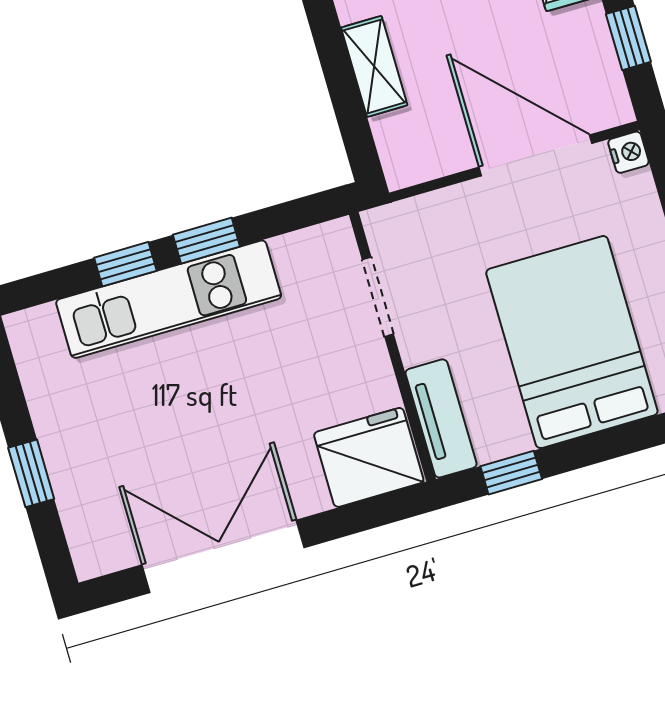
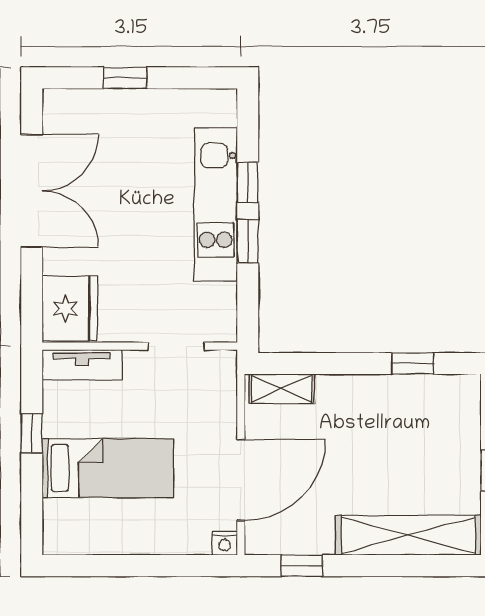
shelving: (374, 66) -> (282, 389), moved
bed: (572, 342) -> (108, 468), width x0.67
window: (511, 473) -> (32, 433), moved

